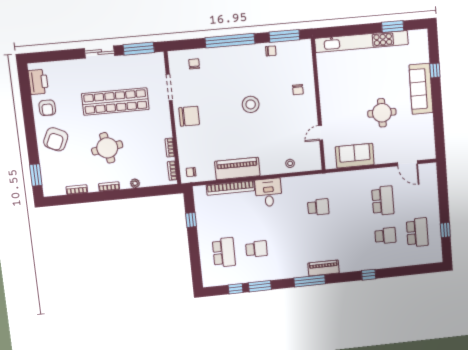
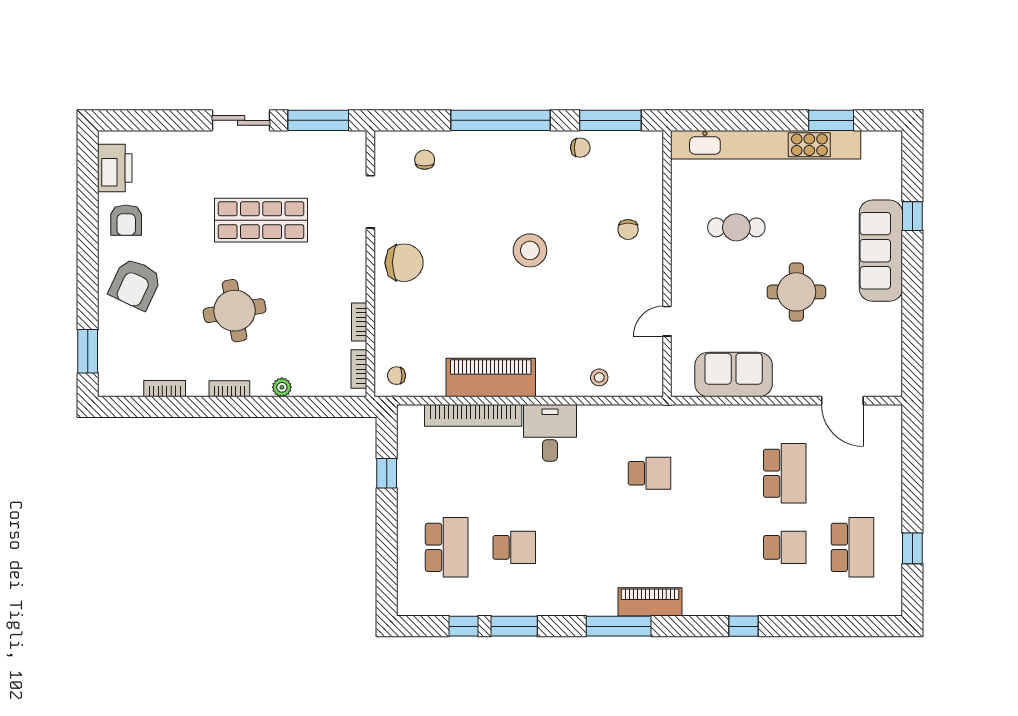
cafe table: (350, 84) -> (736, 227), added
shop shelf: (115, 102) -> (261, 220), width x0.71

